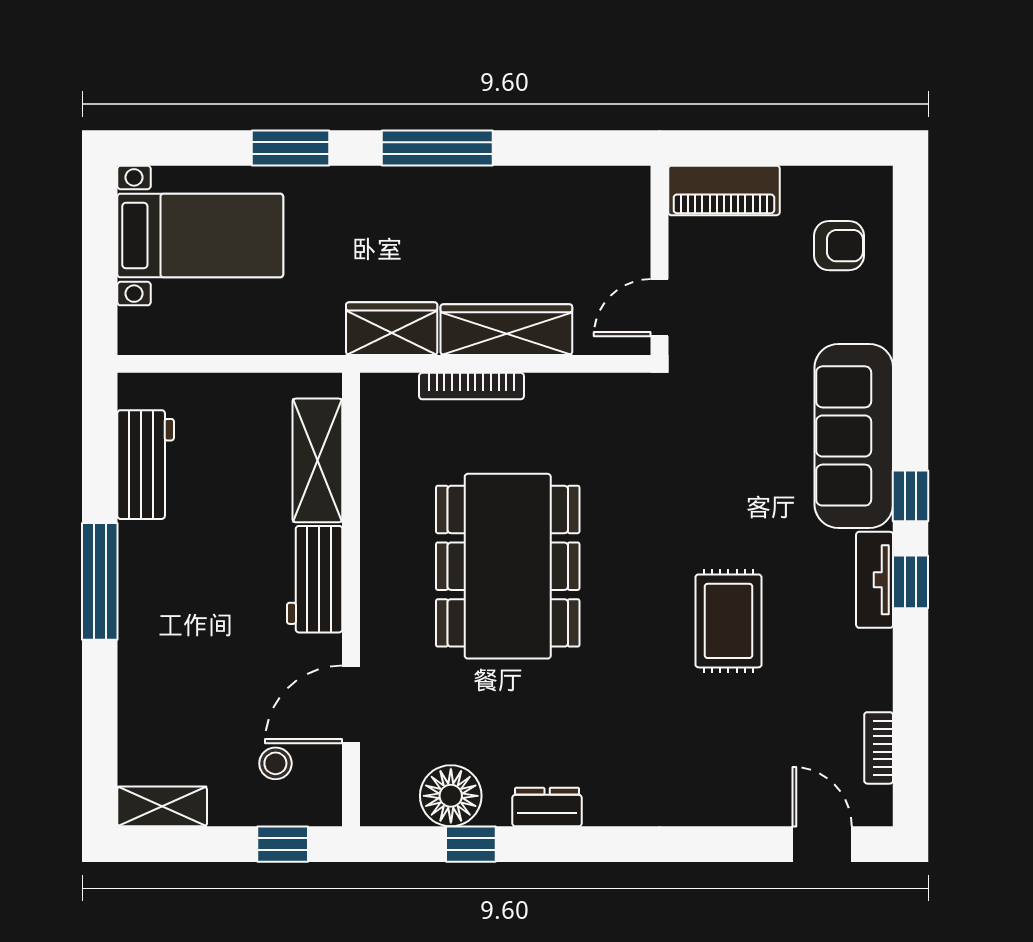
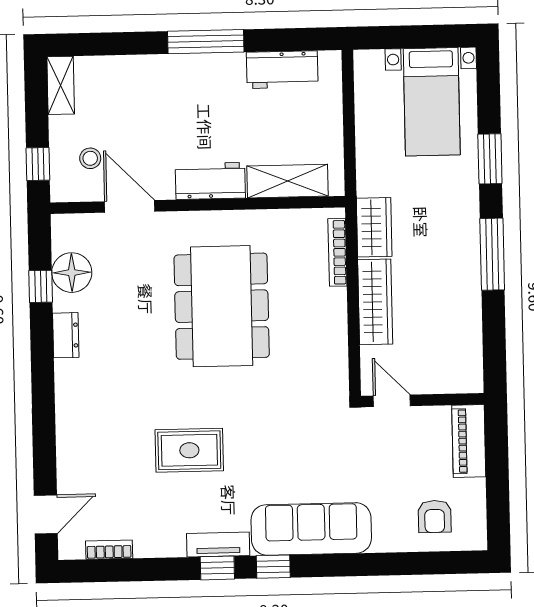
bookcase: (472, 386) -> (337, 252), moved
dining table: (508, 566) -> (222, 306), turned 90

